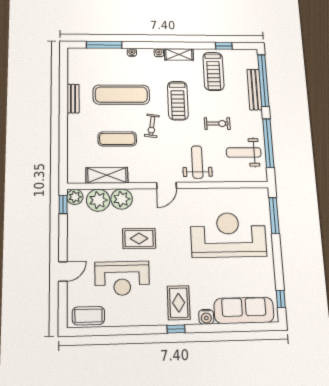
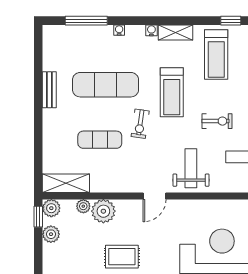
shelving: (107, 175) -> (66, 183), moved
plant: (98, 200) -> (83, 206), width x0.53, depth x0.53
plant: (75, 220) -> (51, 234), added

